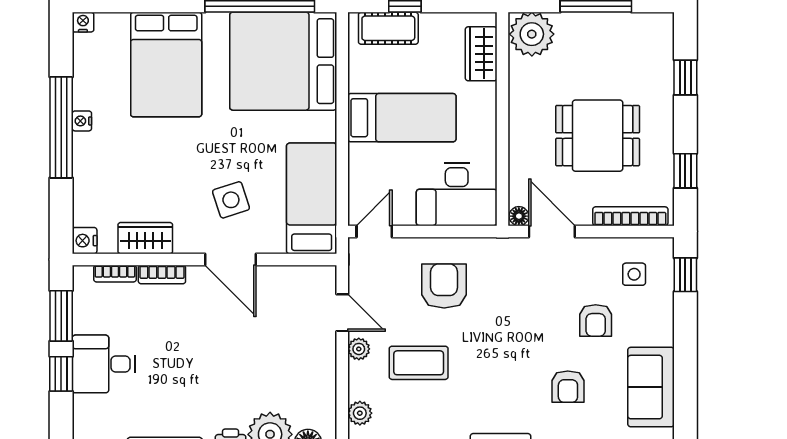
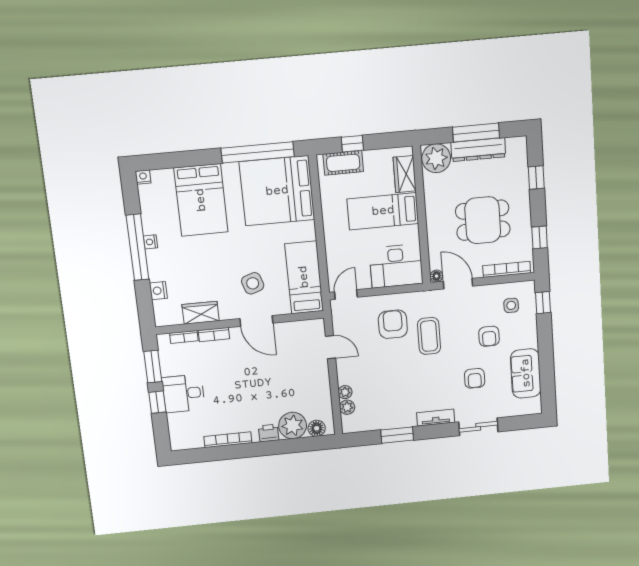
dresser: (598, 27) -> (478, 150), added
bed: (402, 118) -> (383, 211), moved, turned 180
nightstand: (85, 241) -> (158, 291), moved
plant: (359, 349) -> (345, 392), moved
coffee table: (419, 363) -> (429, 336), moved, turned 90

